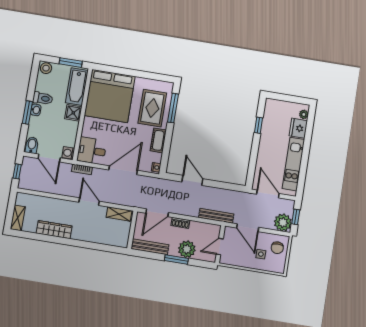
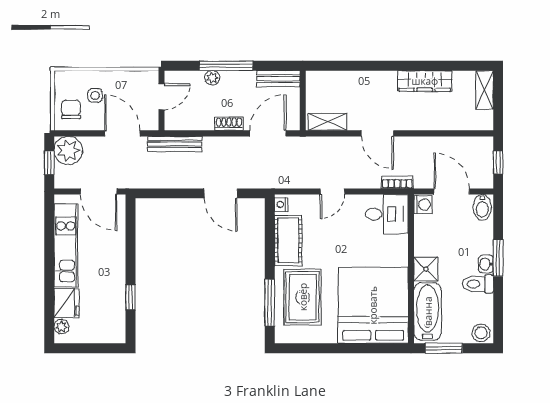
cot: (158, 140) -> (288, 241), width x1.37, depth x1.34
door: (123, 170) -> (332, 191), width x0.53
bench: (150, 247) -> (278, 79), width x0.73
plant: (187, 249) -> (212, 78), width x0.53, depth x0.53
window: (176, 259) -> (226, 66), width x1.44

